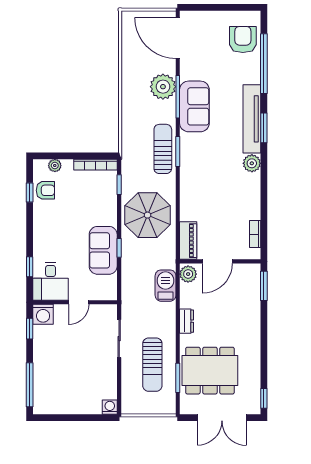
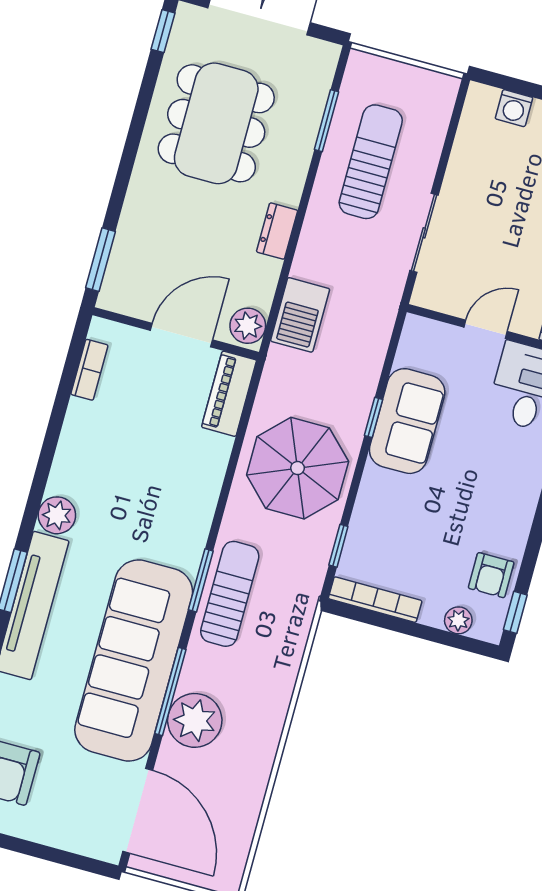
sofa: (194, 106) -> (134, 661), width x1.85, depth x1.27
sun lounger: (163, 149) -> (230, 594), turned 180
armchair: (45, 190) -> (491, 575), turned -90
window: (30, 192) -> (515, 612), moved
dining table: (210, 371) -> (216, 123), moved, turned 90
washing machine: (110, 407) -> (514, 108), moved

